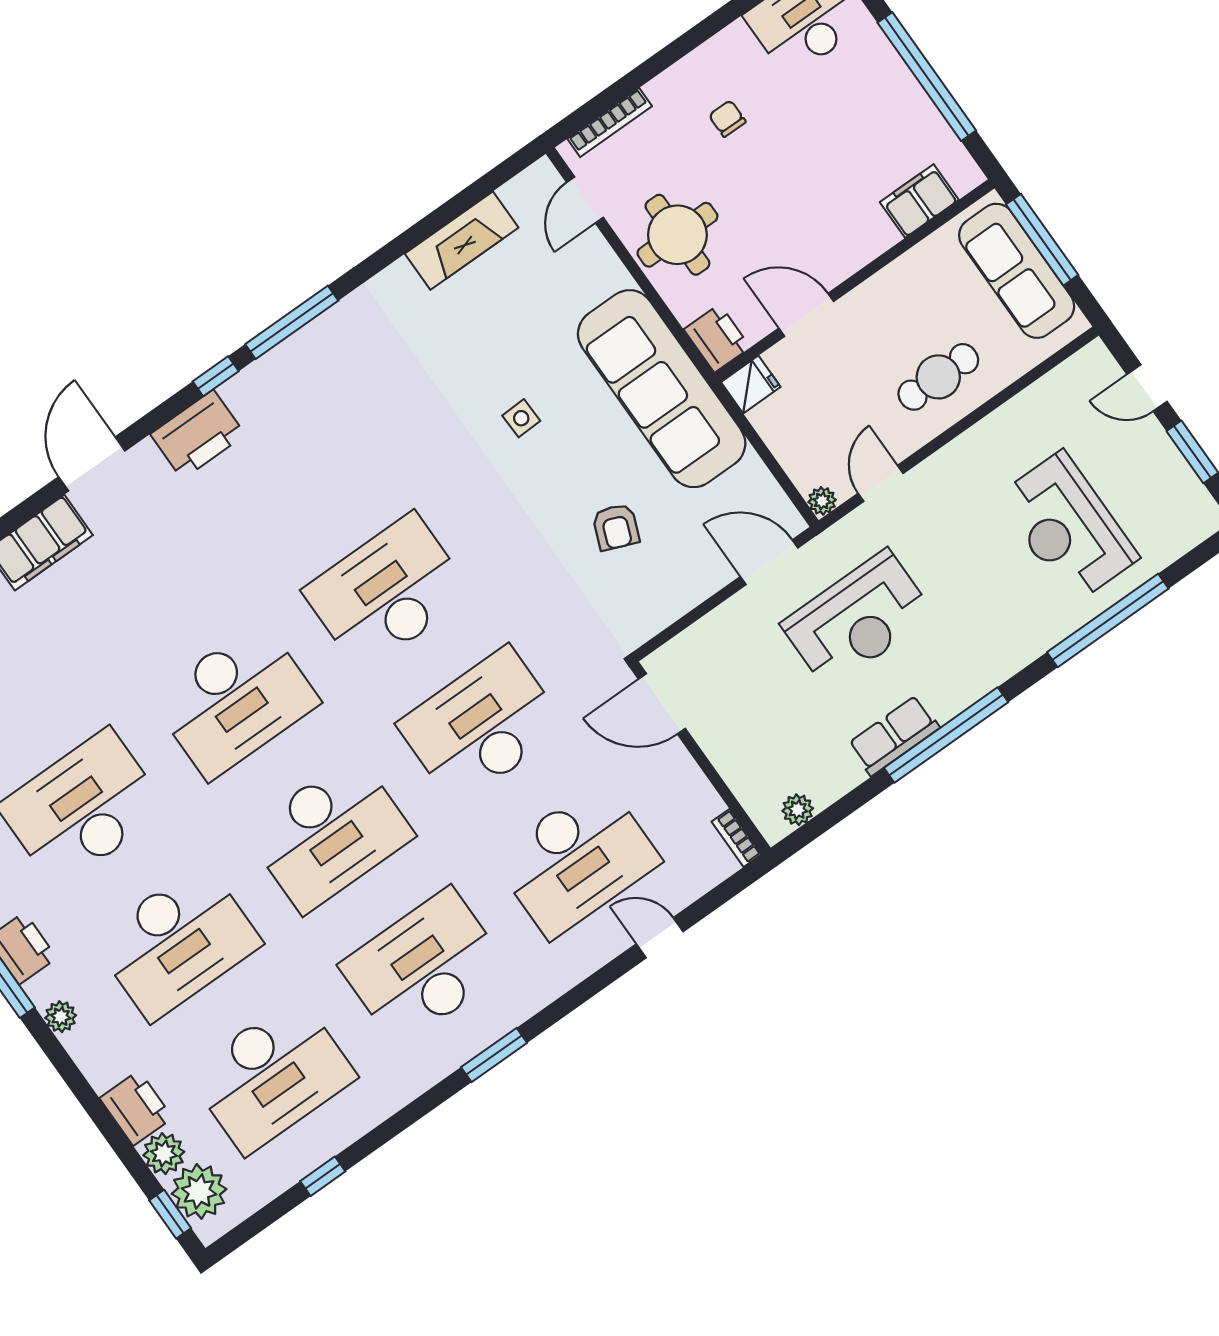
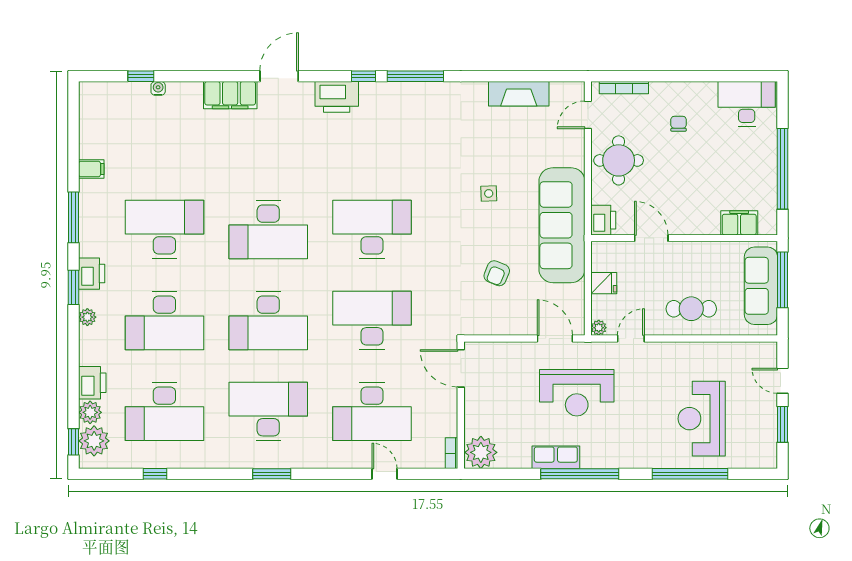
fridge: (751, 384) -> (604, 283), moved
plant: (798, 810) -> (481, 452), width x1.87, depth x1.87

